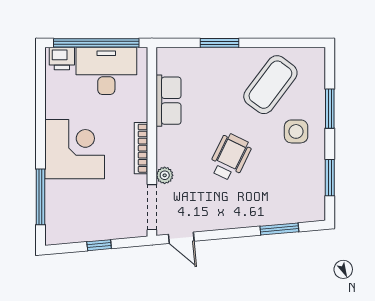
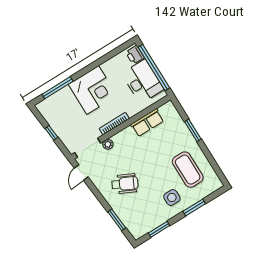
coffee table: (270, 85) -> (188, 170), turned 53
wheelchair: (230, 157) -> (125, 184), moved

